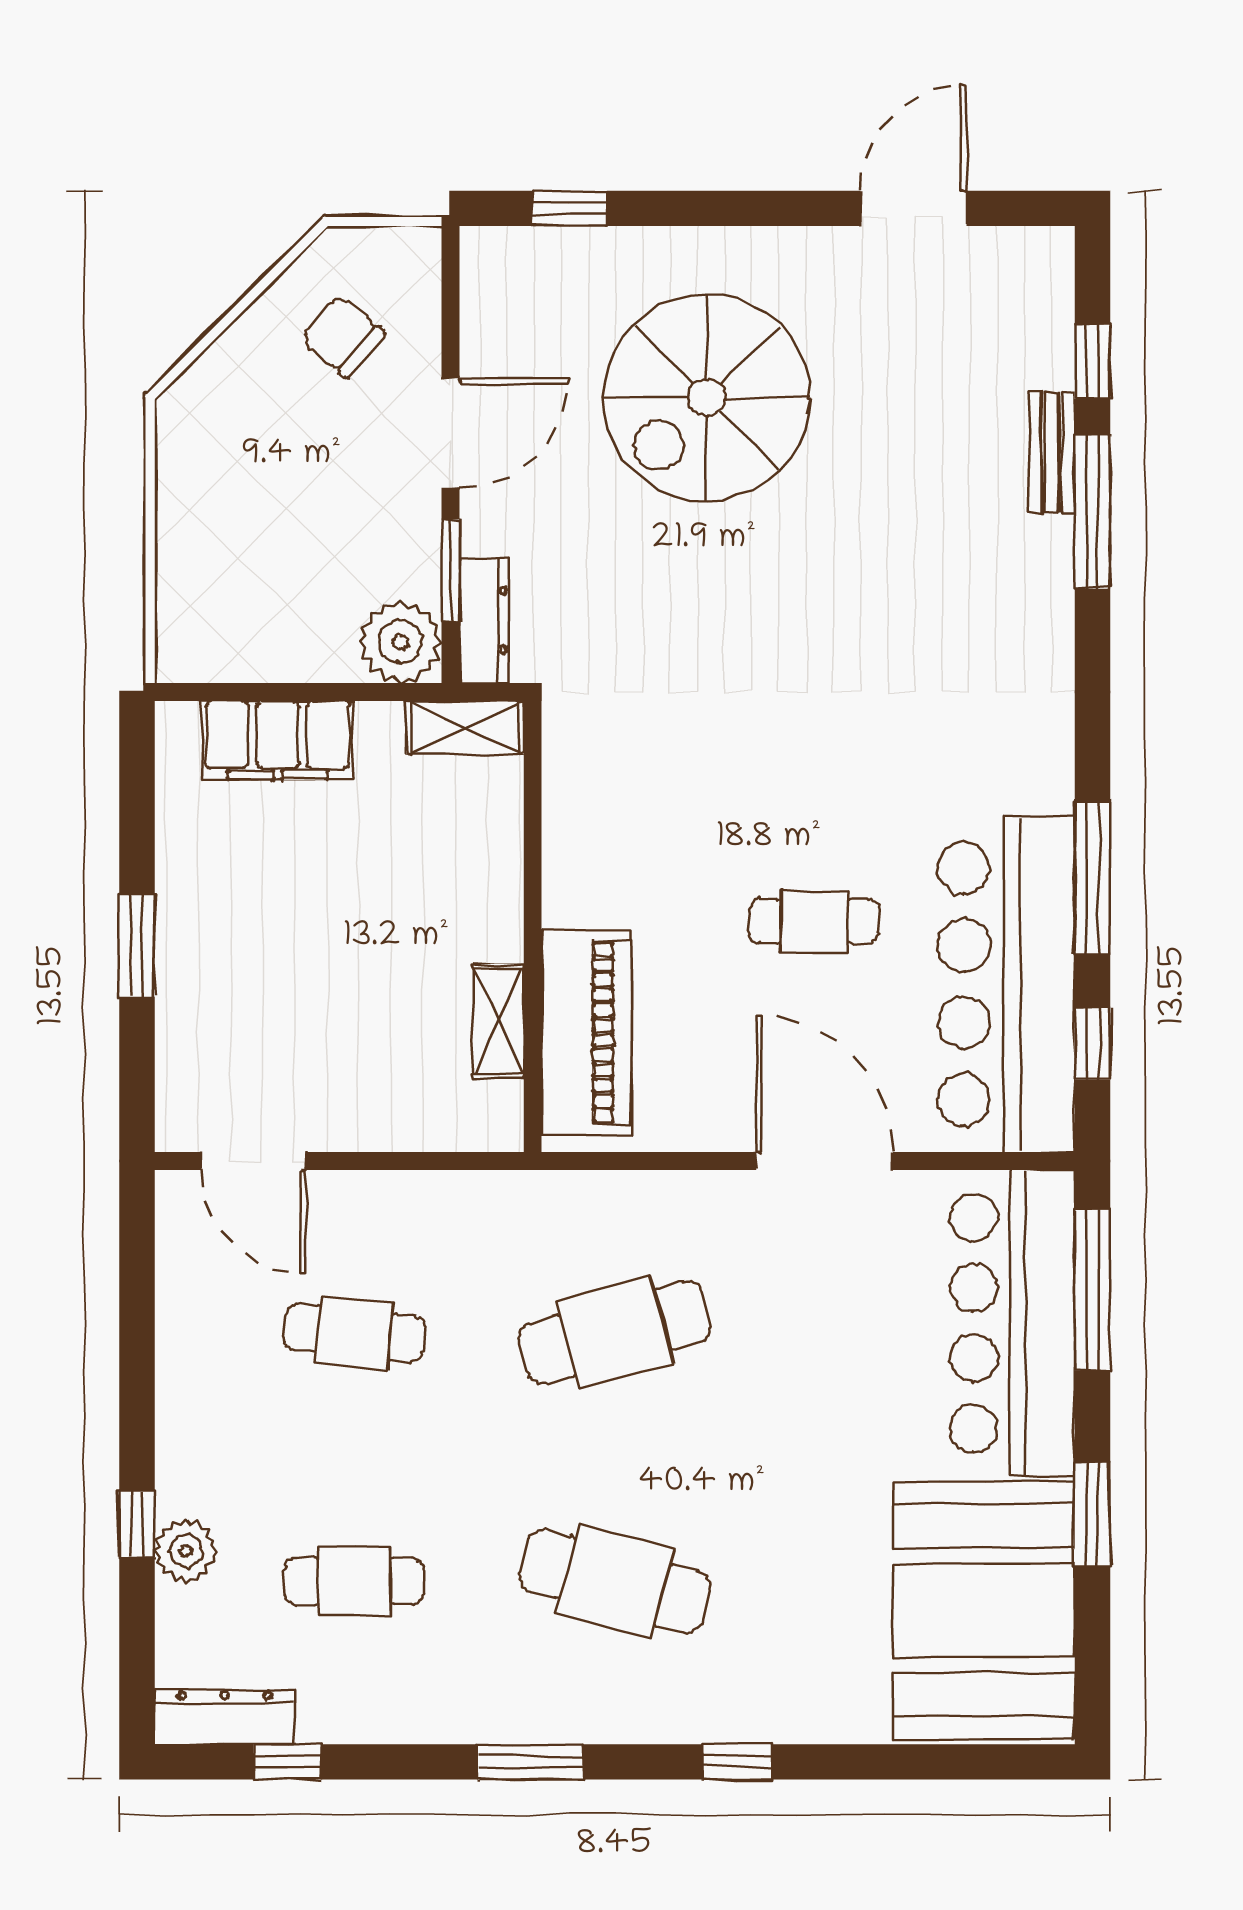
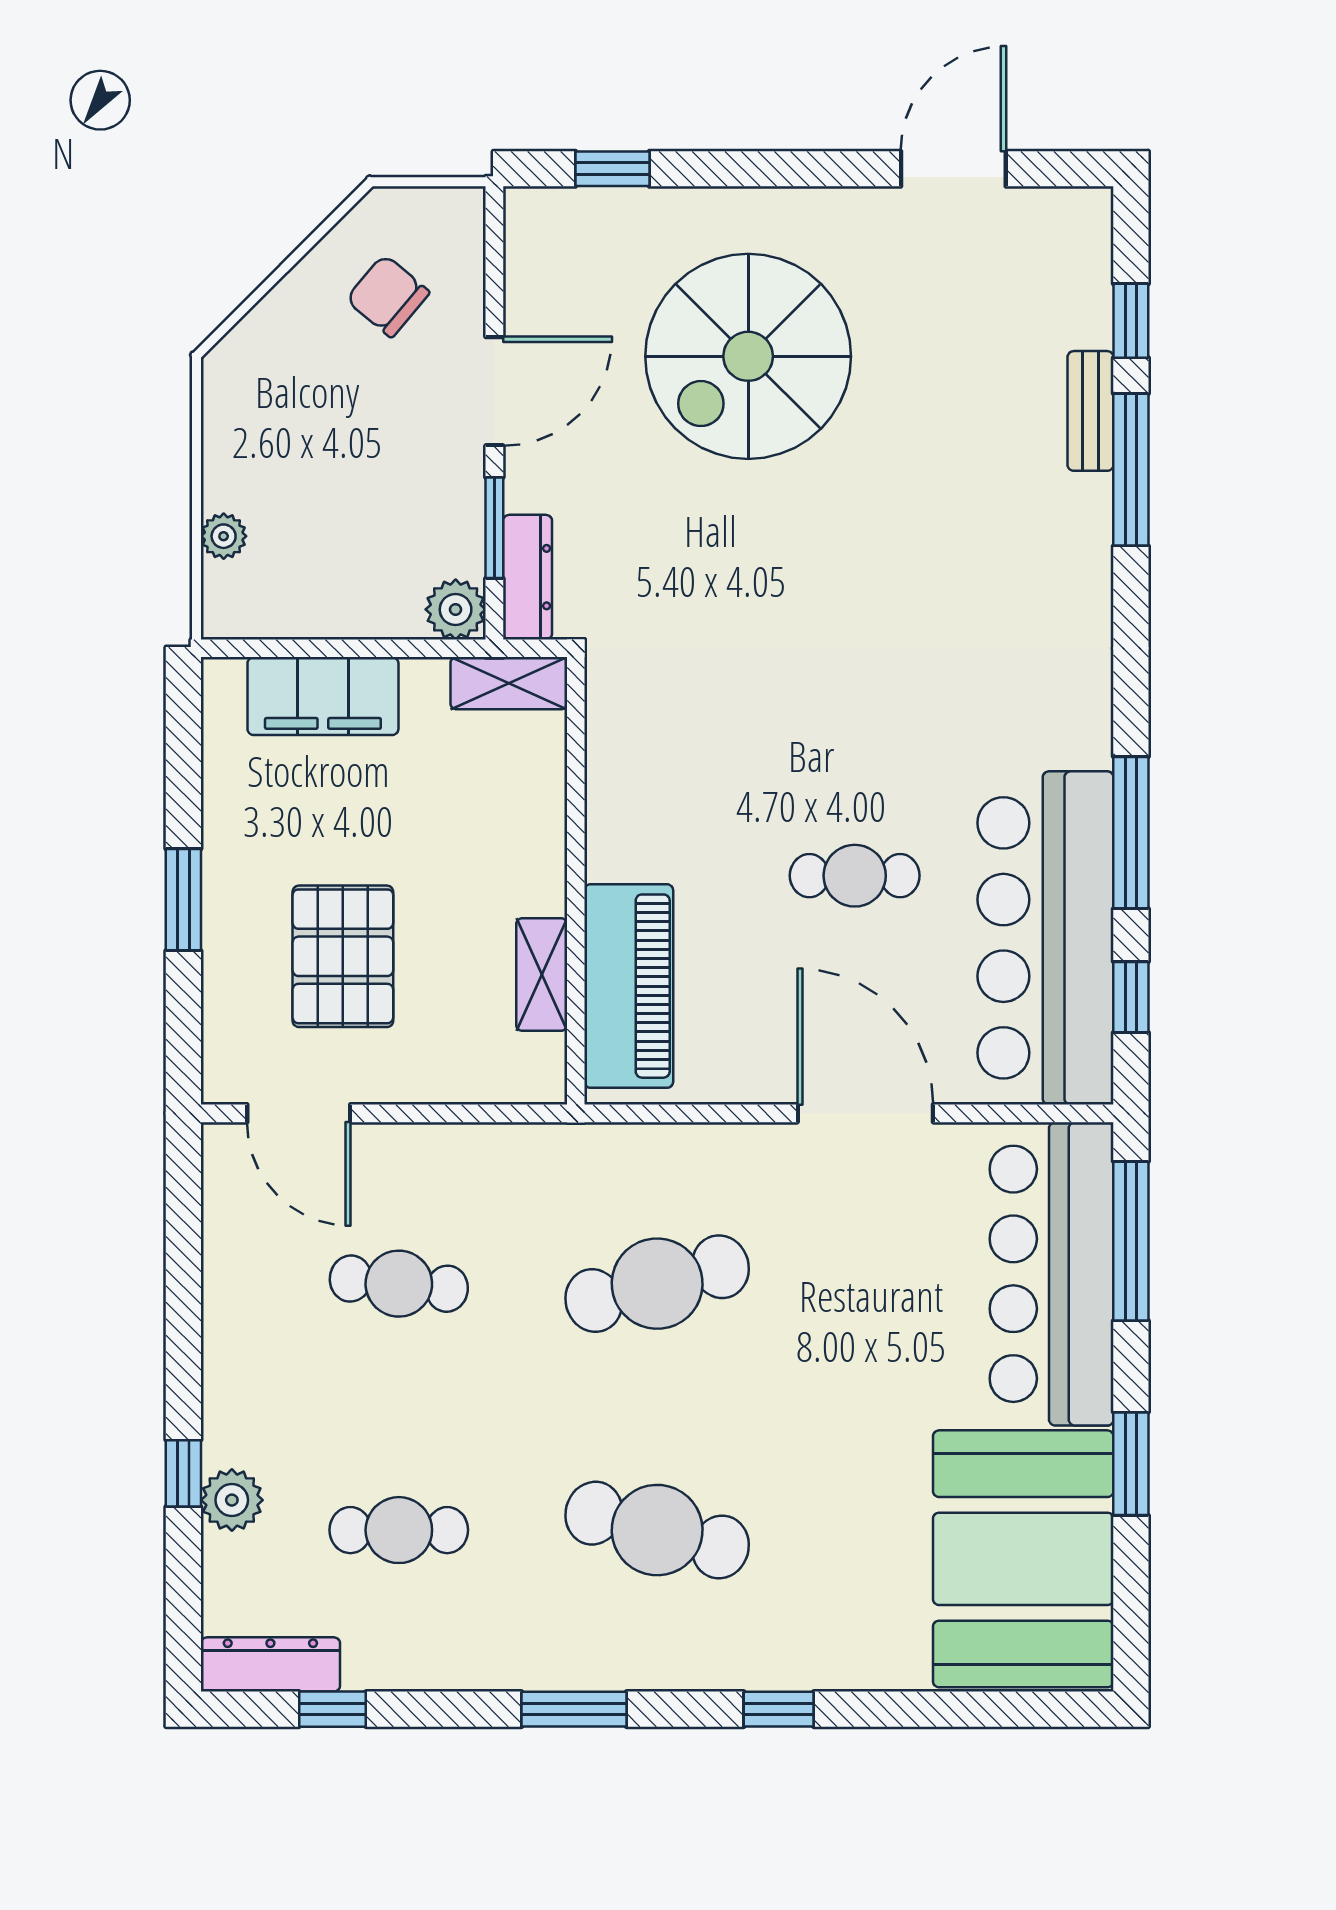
plant: (177, 579) -> (224, 536), added
plant: (400, 642) -> (456, 609), width x0.73, depth x0.73
pallet: (298, 1003) -> (343, 956), added

